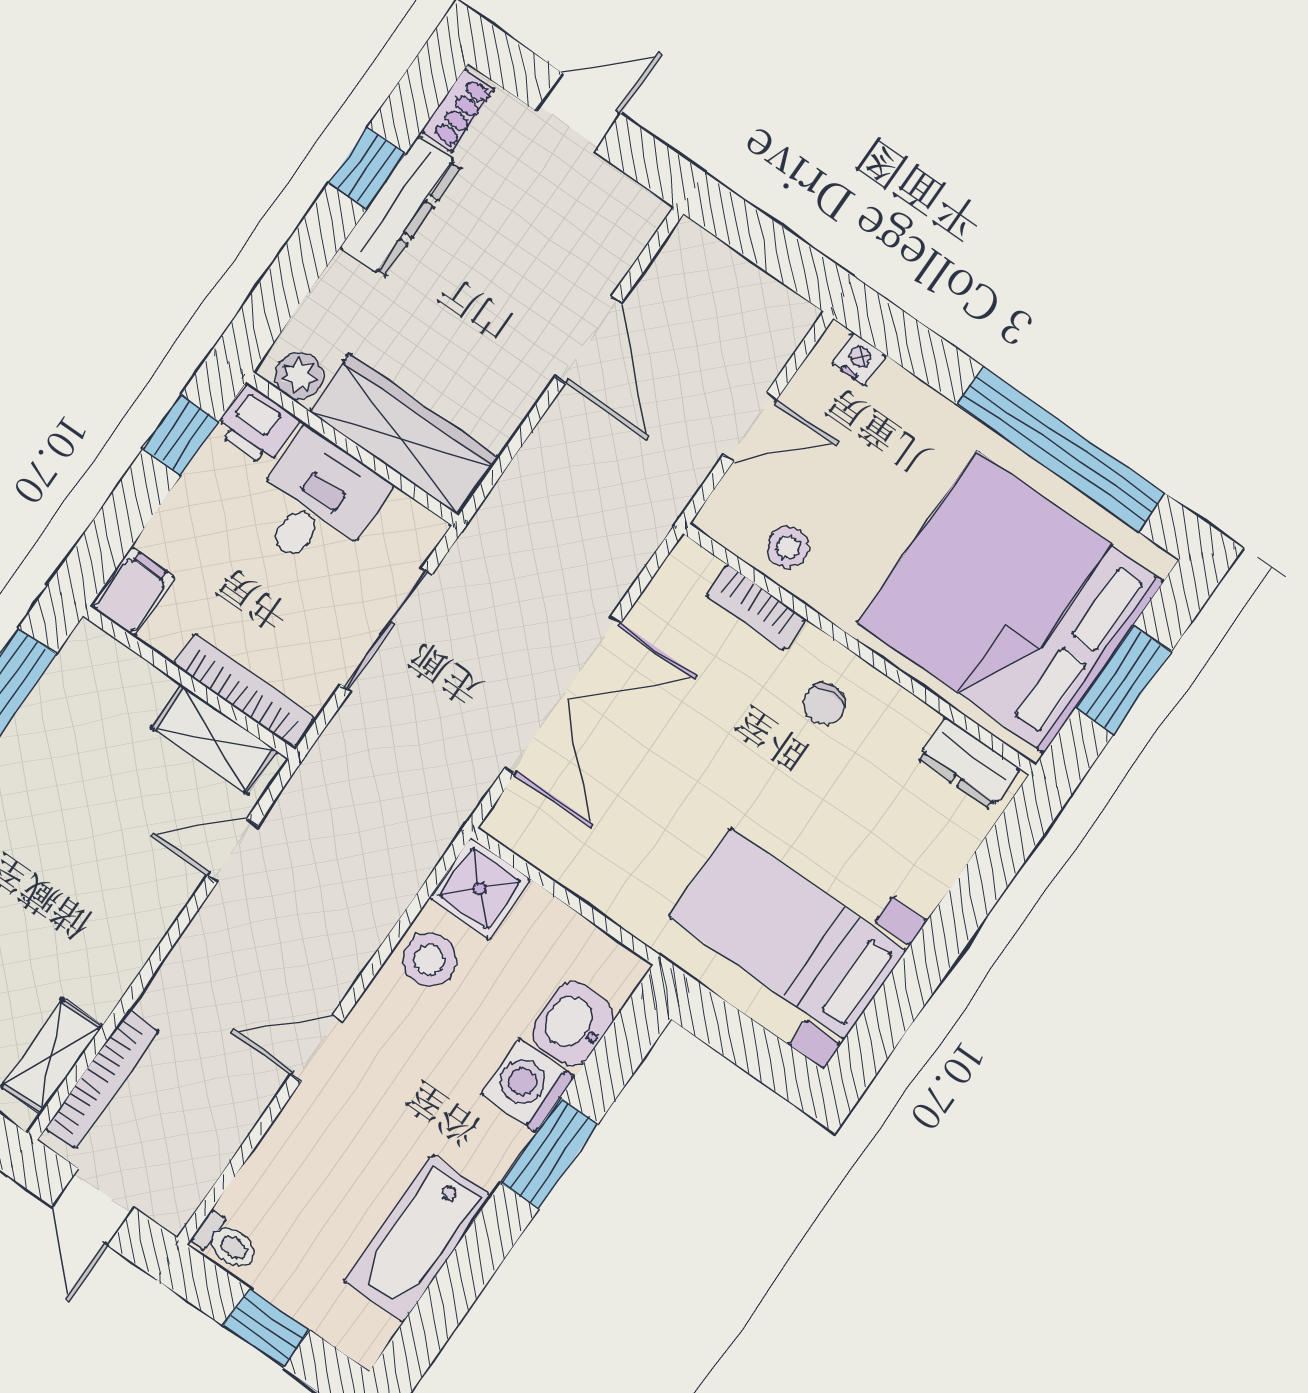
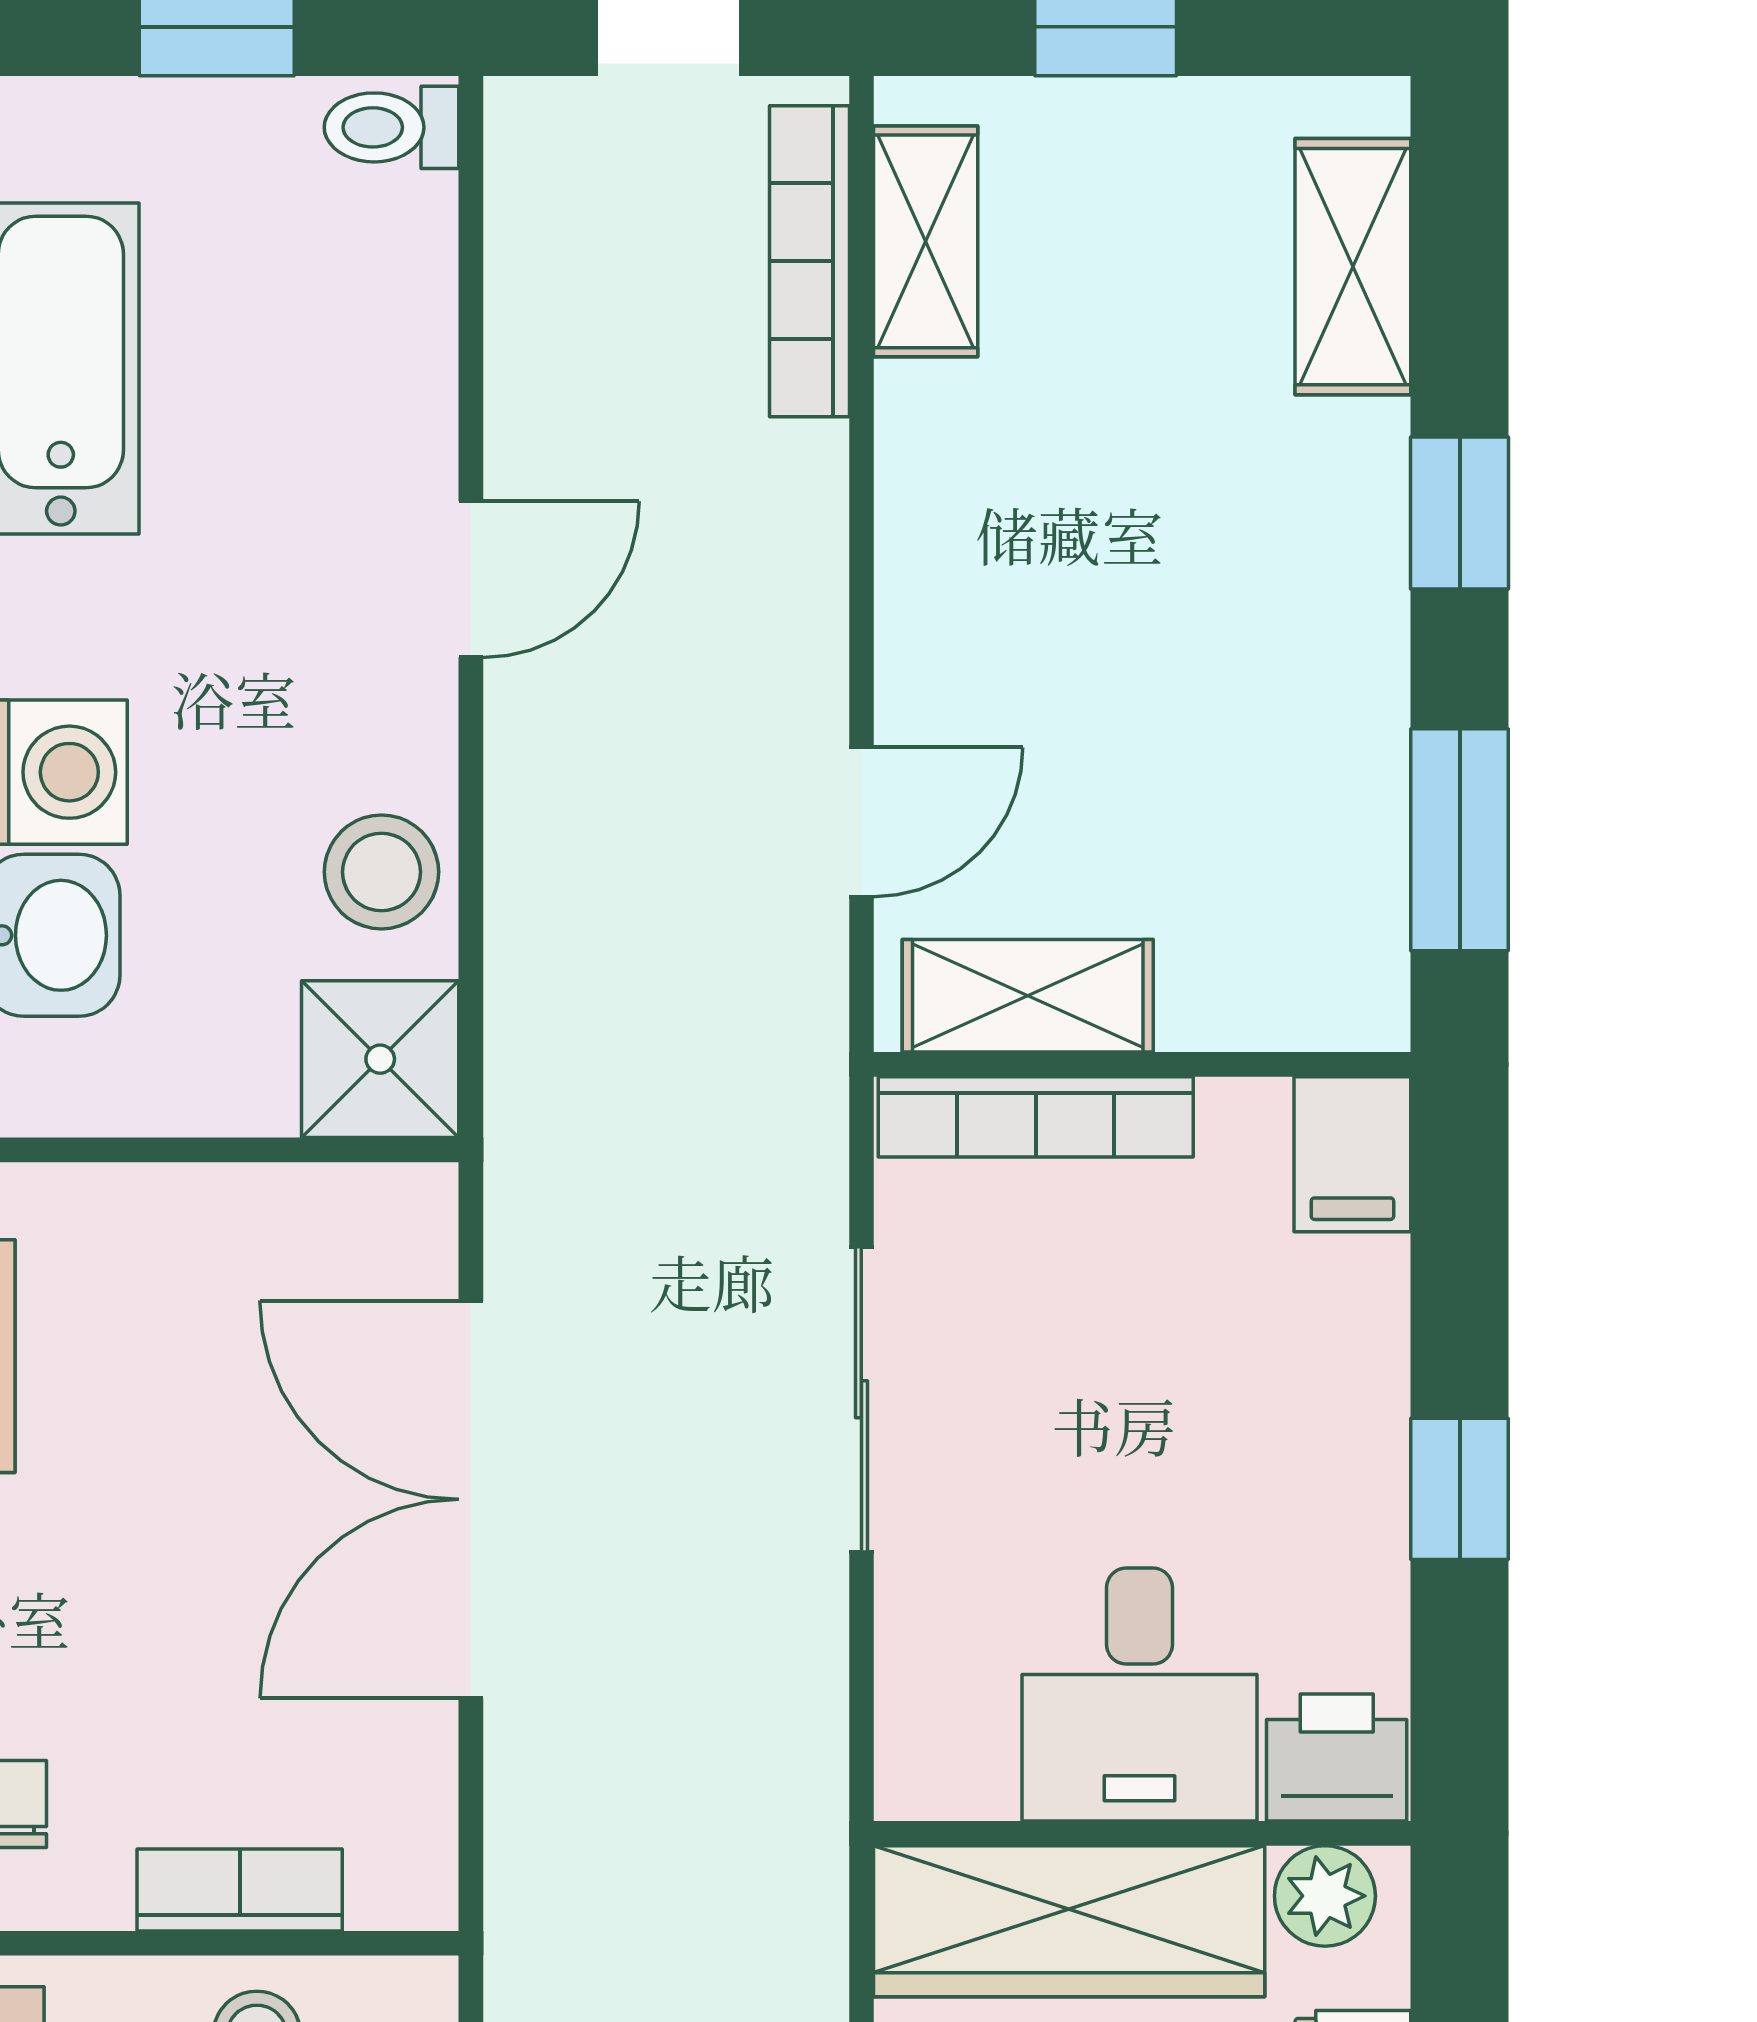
plant: (299, 376) -> (1325, 1896), moved
printer: (258, 426) -> (1337, 1758), moved
wardrobe: (404, 434) -> (1069, 1921), moved
wall: (352, 449) -> (1142, 1833), moved
desk: (316, 503) -> (1140, 1695), moved

